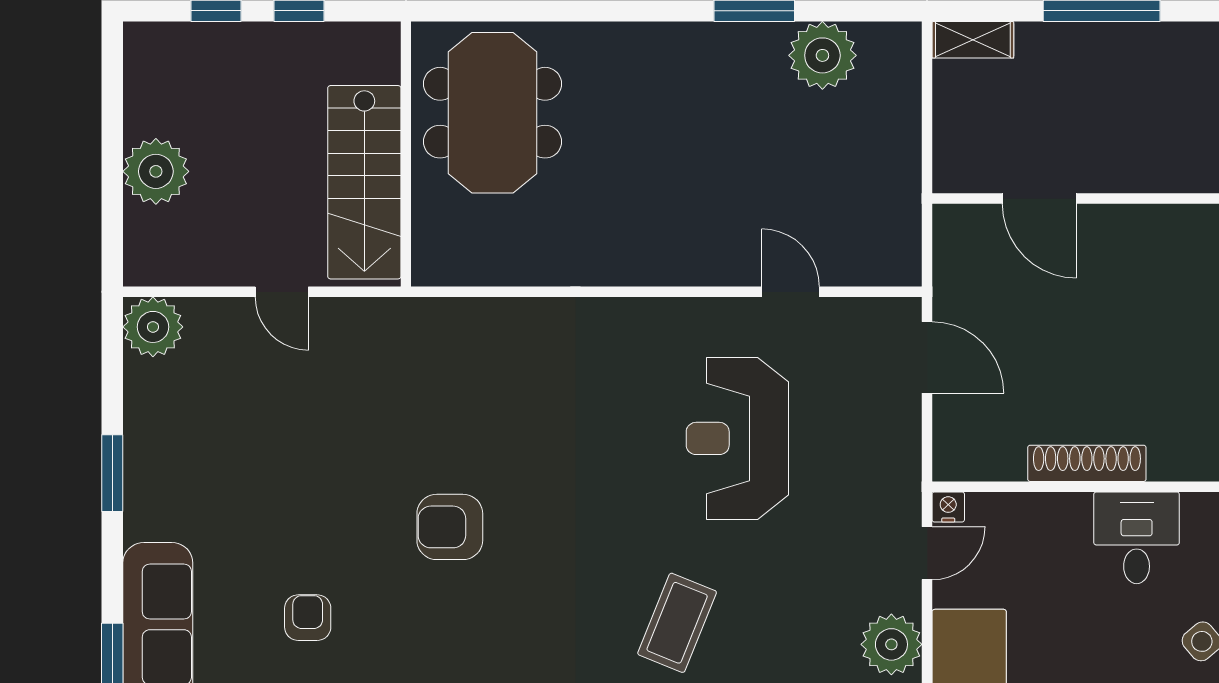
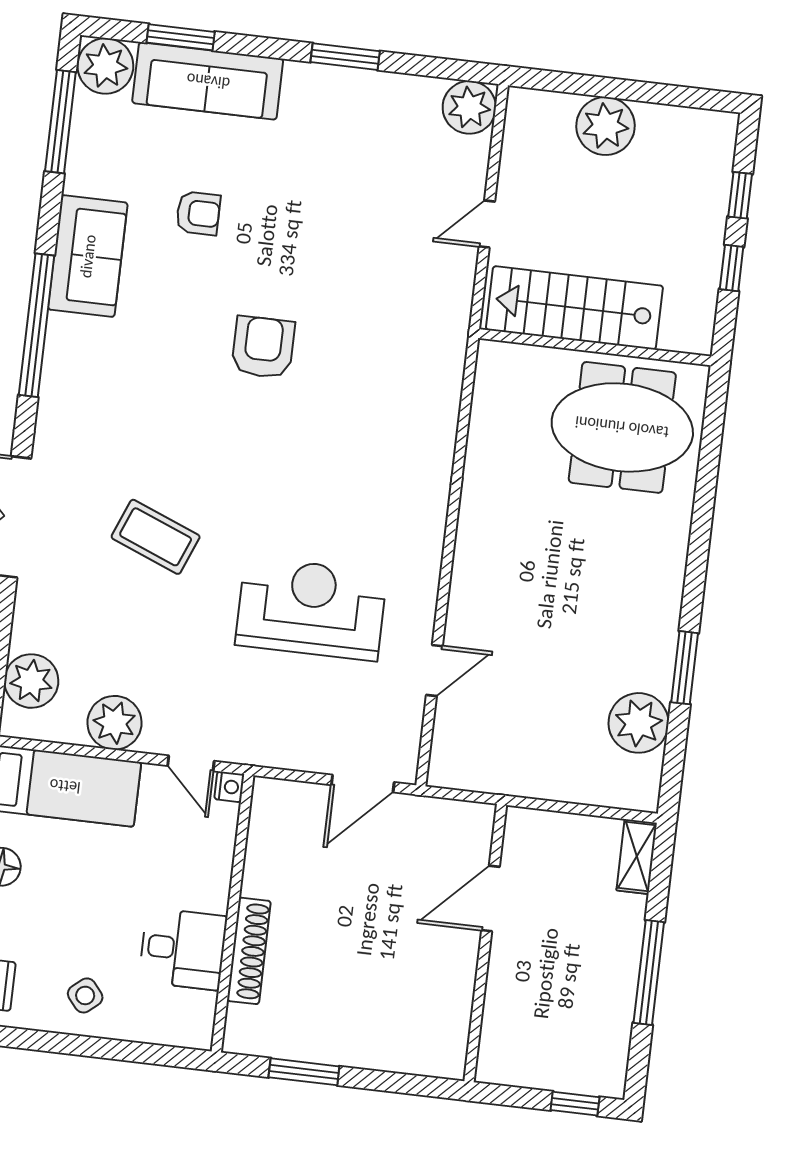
shoe rack: (1087, 463) -> (249, 951), moved

